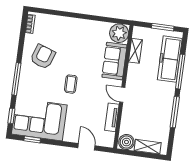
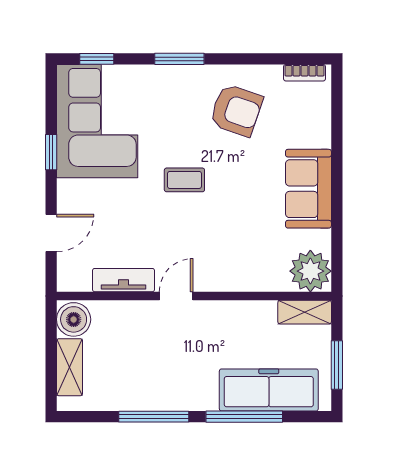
shelving: (135, 51) -> (305, 312), moved
sofa: (114, 61) -> (308, 189), moved, turned -90
window: (16, 79) -> (179, 59), width x0.69
window: (32, 140) -> (51, 152), moved

